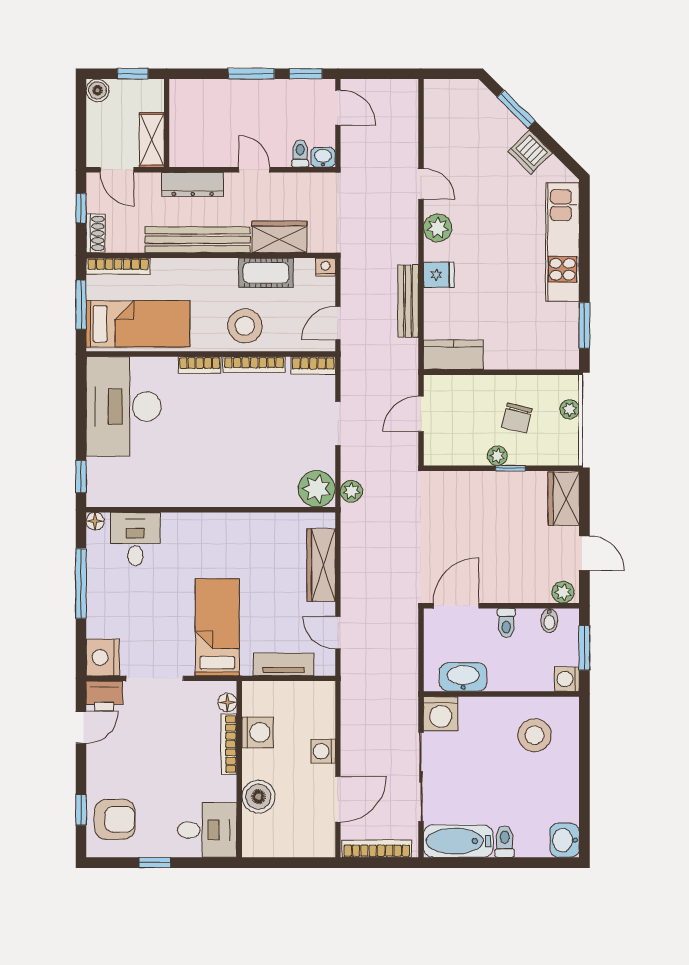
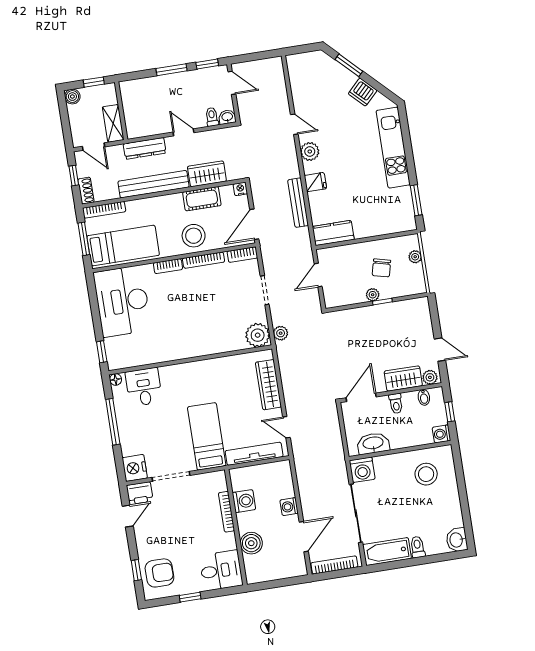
door: (338, 323) -> (254, 224), width x1.38
wardrobe: (564, 499) -> (403, 378), moved, turned 90
window: (584, 648) -> (450, 412), width x0.67
tv unit: (284, 664) -> (254, 454), width x1.41
floor lamp: (227, 702) -> (221, 485), removed

